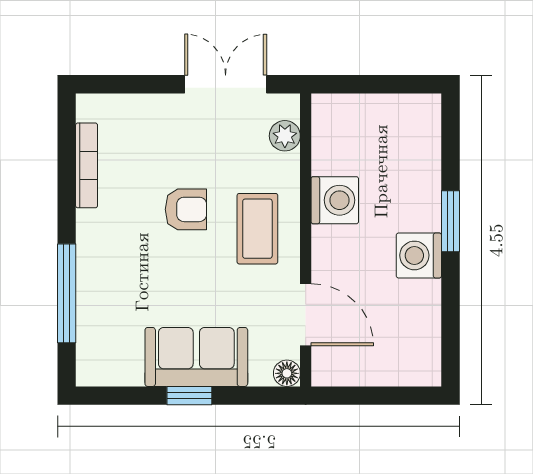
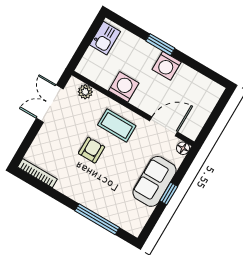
kitchen sink: (403, 114) -> (105, 38), added
bookcase: (87, 165) -> (37, 173), moved

